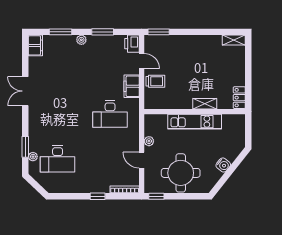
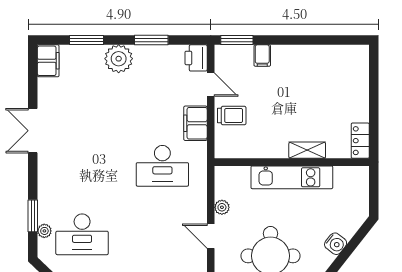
plant: (81, 40) -> (119, 59), width x1.88, depth x1.88
shelving: (234, 40) -> (352, 52), removed
filing cabinet: (175, 42) -> (262, 56), added

